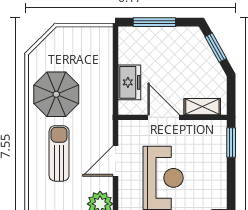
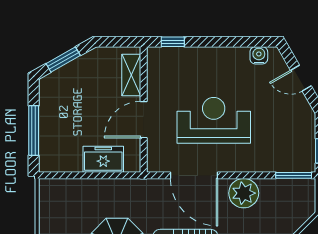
window: (231, 143) -> (173, 42), width x0.67
door: (115, 161) -> (194, 175), width x1.36

